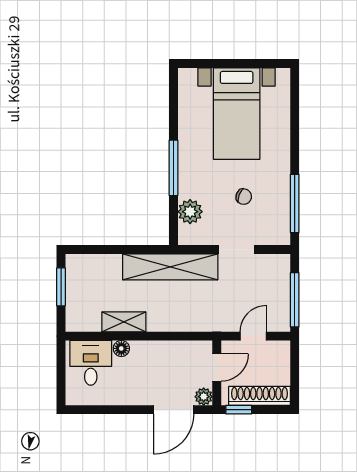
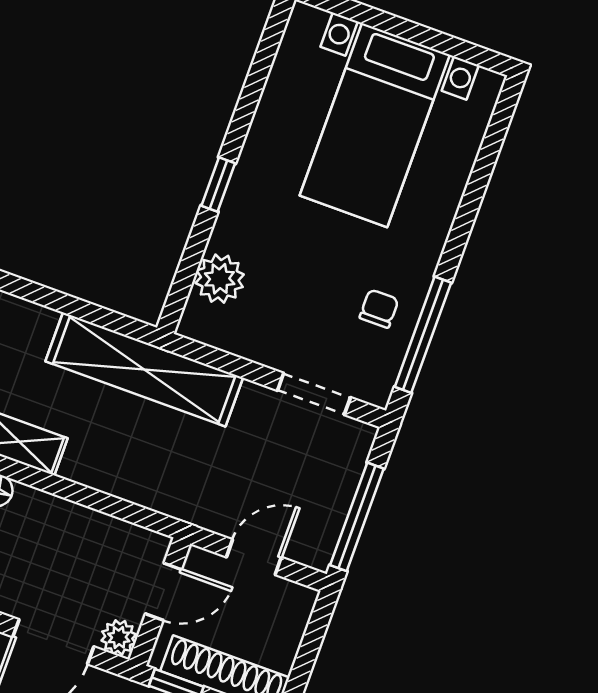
window: (174, 168) -> (218, 185), width x0.46
chair: (244, 197) -> (379, 309), moved, turned -111
doorway: (236, 250) -> (314, 394), moved

